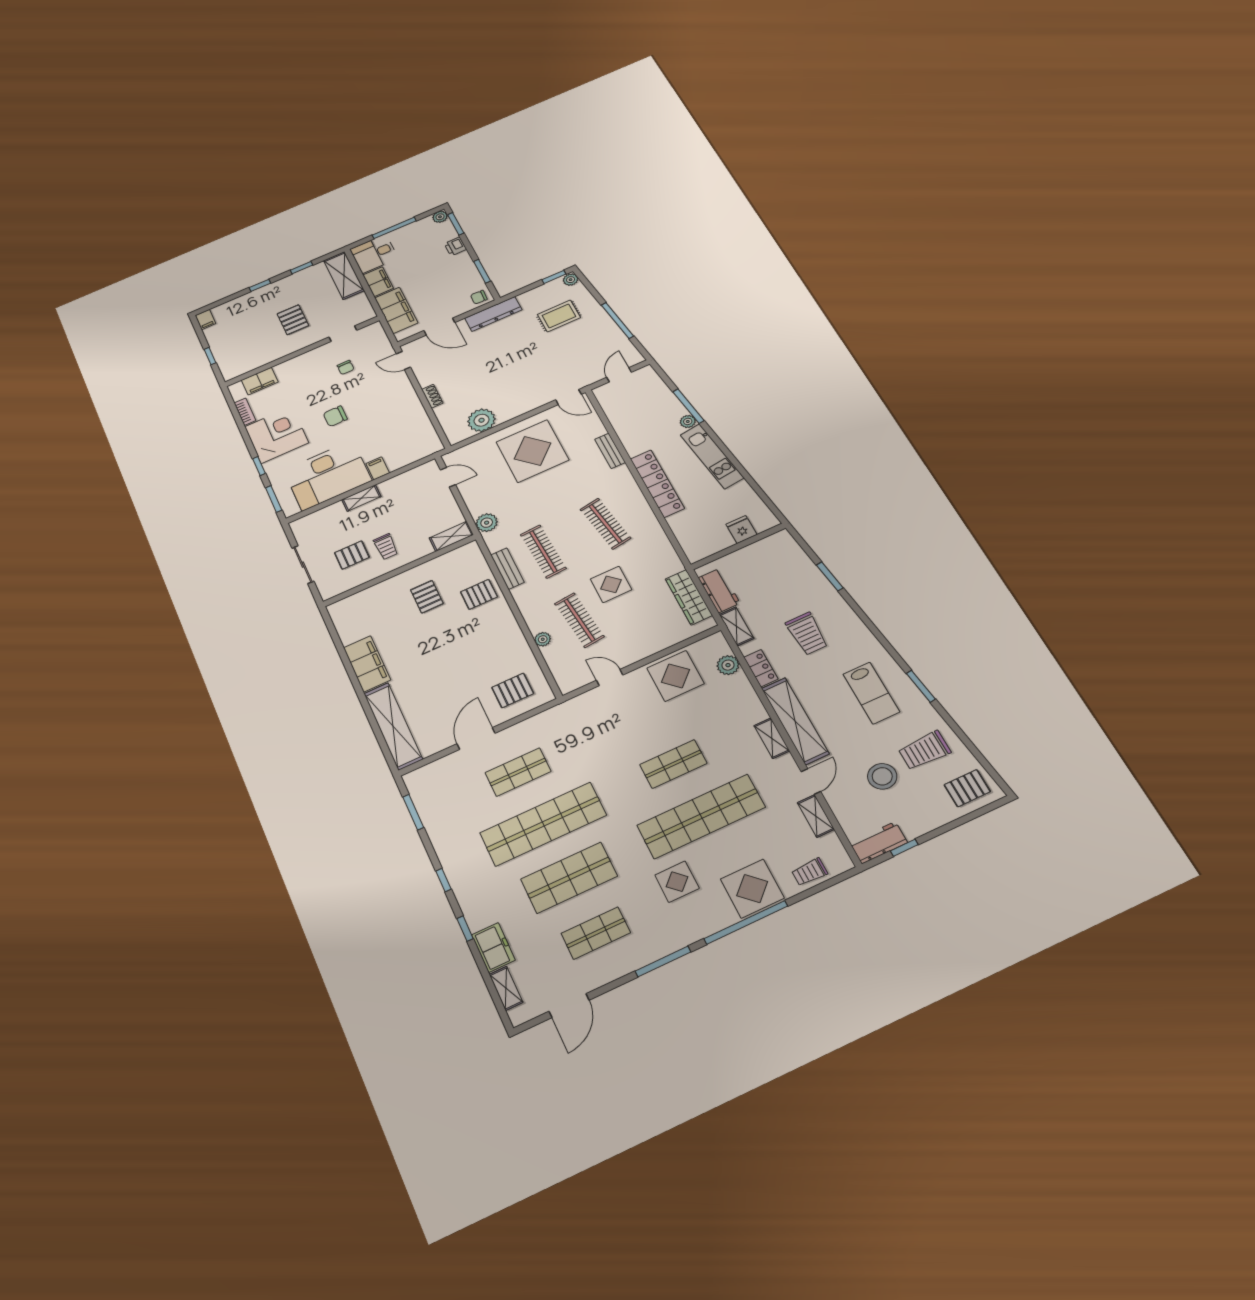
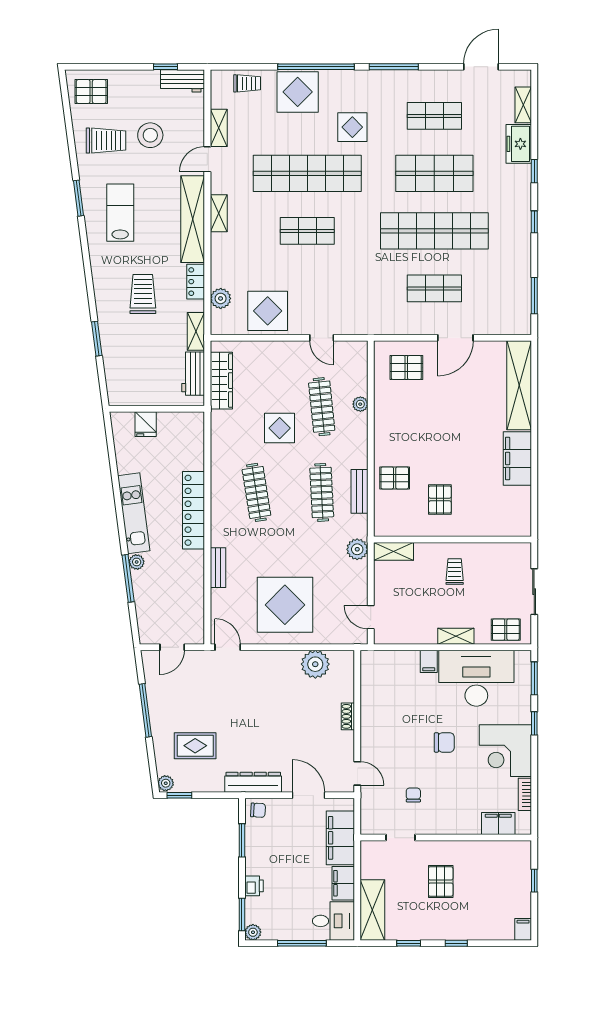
pallet: (352, 555) -> (506, 630), moved

